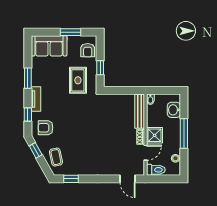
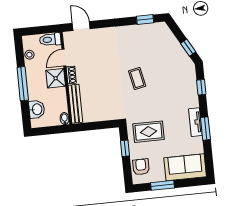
rug: (78, 80) -> (149, 132), turned 90
tv unit: (36, 99) -> (195, 122), moved
armchair: (46, 128) -> (180, 74), removed
coffee table: (56, 157) -> (137, 78), moved

